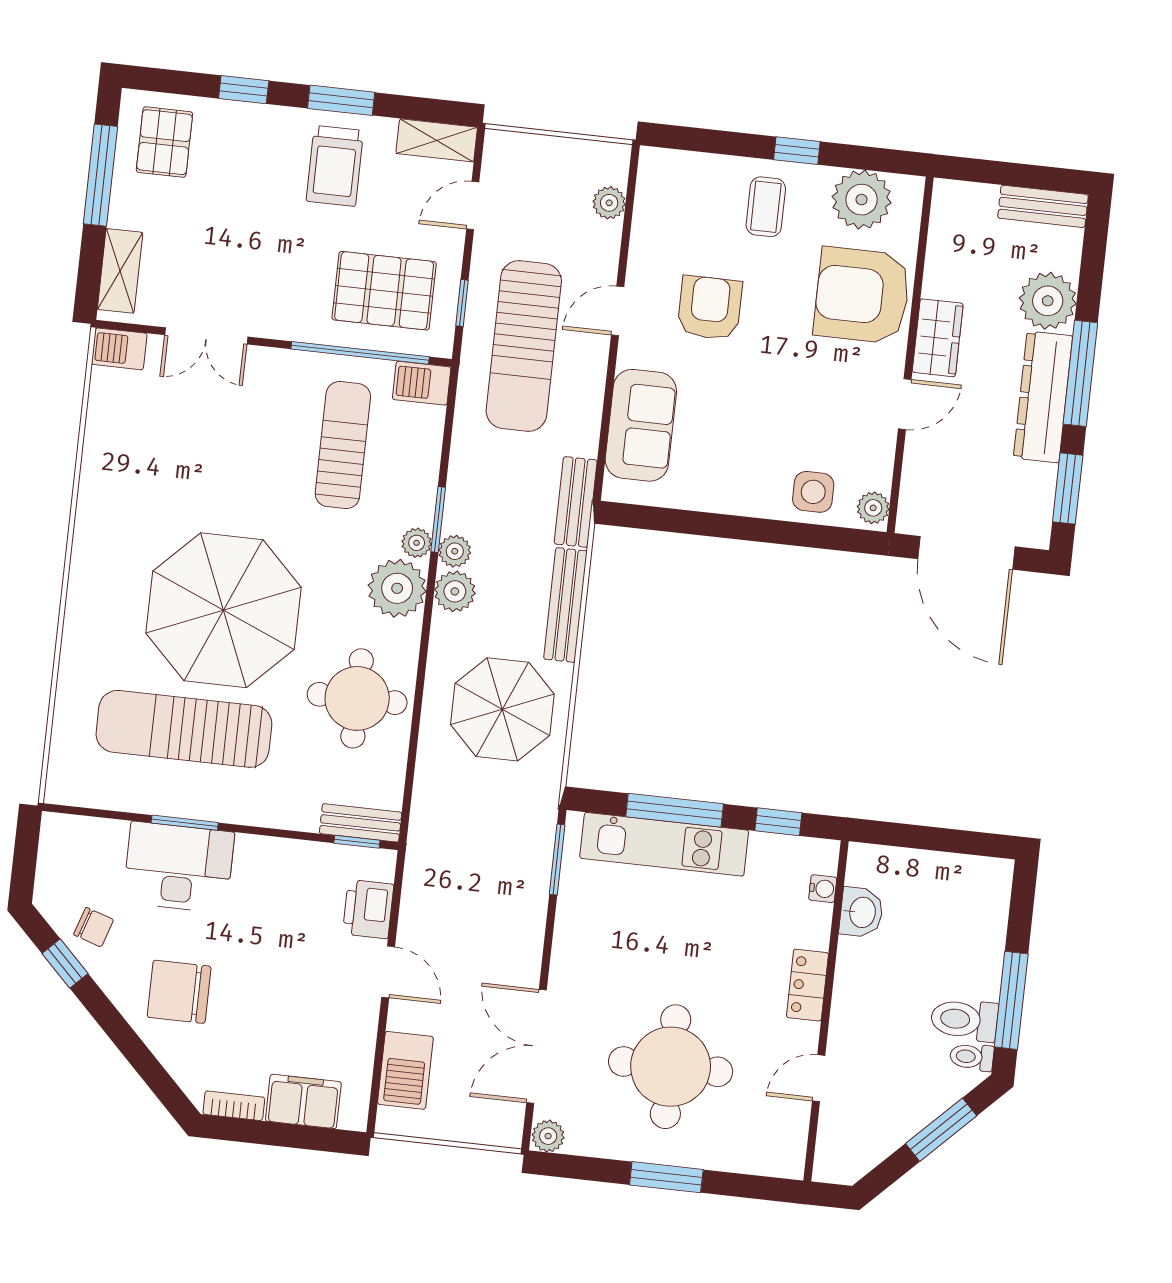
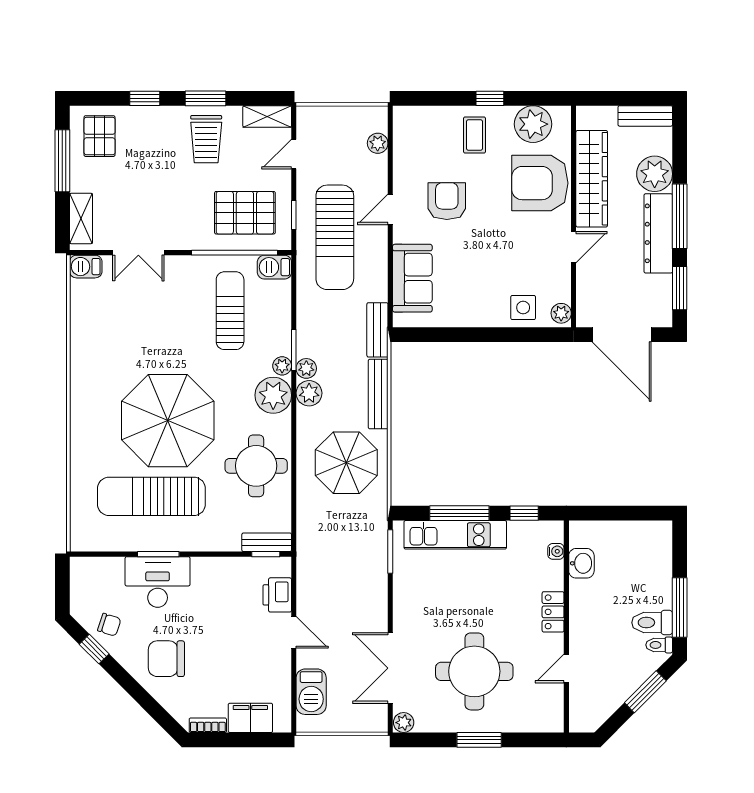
wardrobe: (938, 338) -> (592, 179), width x2.10, depth x1.17

